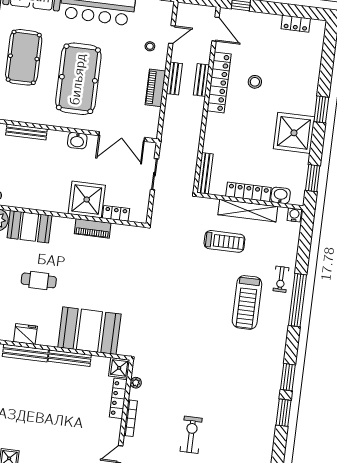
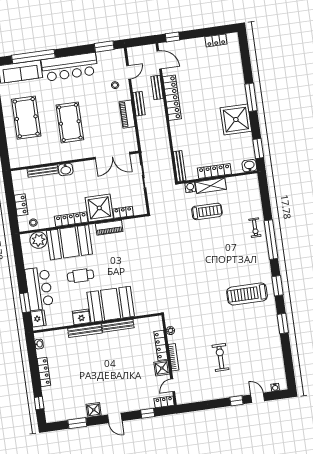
pool table: (78, 79) -> (70, 122), width x0.73, depth x0.76
bench: (201, 80) -> (157, 87), moved
stool: (255, 82) -> (198, 90), removed
window: (321, 109) -> (251, 97), width x1.44
washbasin: (77, 141) -> (66, 169), moved
washbasin: (281, 195) -> (249, 166), moved
locker: (46, 204) -> (71, 219), added
shelving: (248, 211) -> (211, 186), width x0.68
water cooler: (294, 215) -> (190, 187), moved
booth: (29, 227) -> (69, 242), width x1.36, depth x1.42
treadmill: (247, 302) -> (247, 294), moved, turned 90
booth: (89, 331) -> (111, 304), moved
shower: (119, 368) -> (162, 368), moved
window: (288, 377) -> (278, 286), moved

